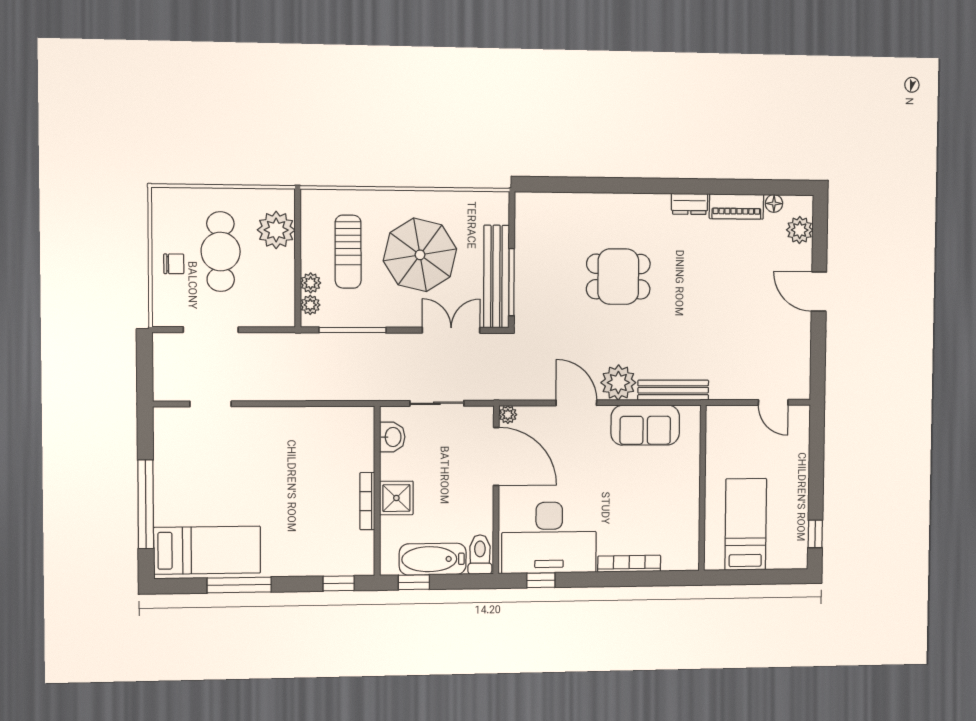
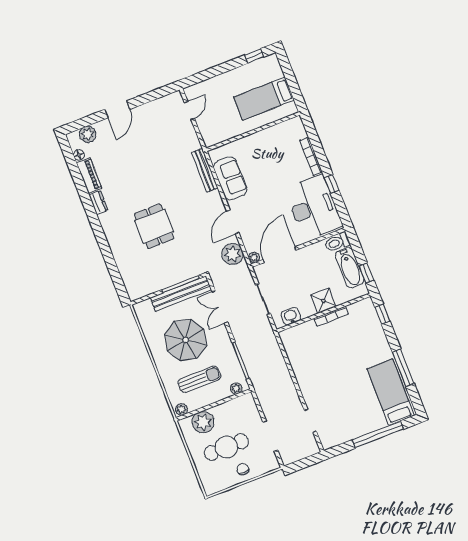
plant: (311, 283) -> (182, 409), moved
plant: (618, 383) -> (232, 254), moved
window: (541, 580) -> (332, 184), moved

